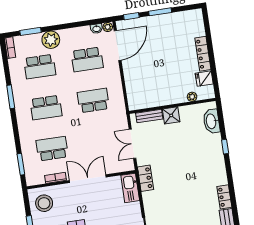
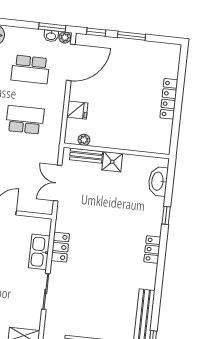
window: (96, 22) -> (52, 27), added
fridge: (204, 79) -> (77, 110), moved, turned 180
plant: (192, 97) -> (84, 140), moved
locker: (146, 178) -> (60, 247), moved
kitchen sink: (130, 188) -> (39, 252), moved
locker: (224, 197) -> (152, 249), moved

